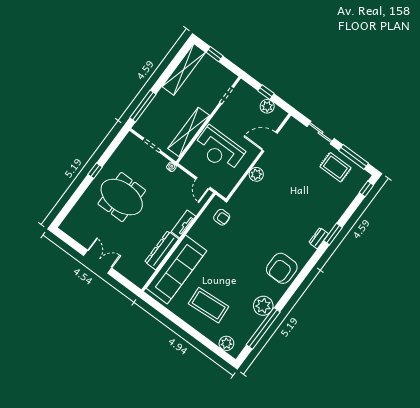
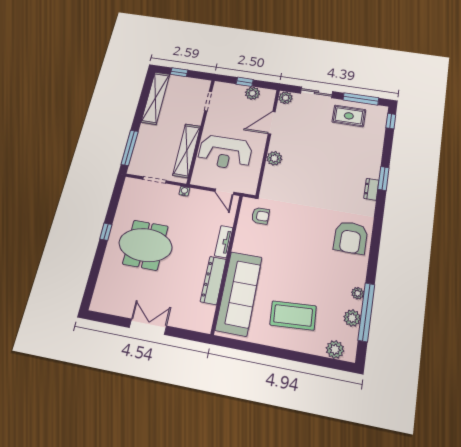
plant: (292, 125) -> (286, 98), added
plant: (263, 306) -> (358, 293), width x0.53, depth x0.53
plant: (250, 328) -> (352, 318), added

